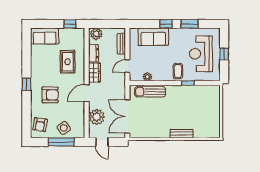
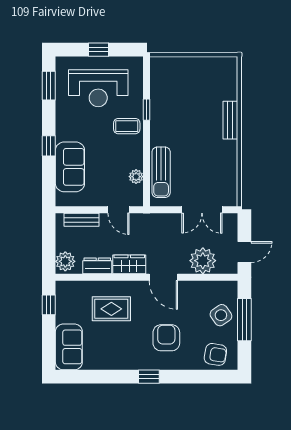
window: (190, 24) -> (49, 86), moved
double door: (127, 116) -> (202, 210), width x0.73

